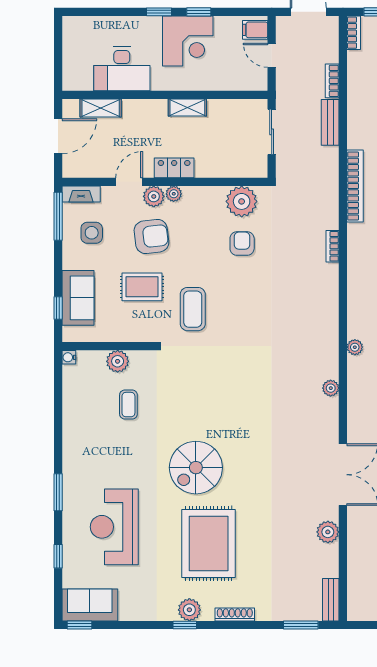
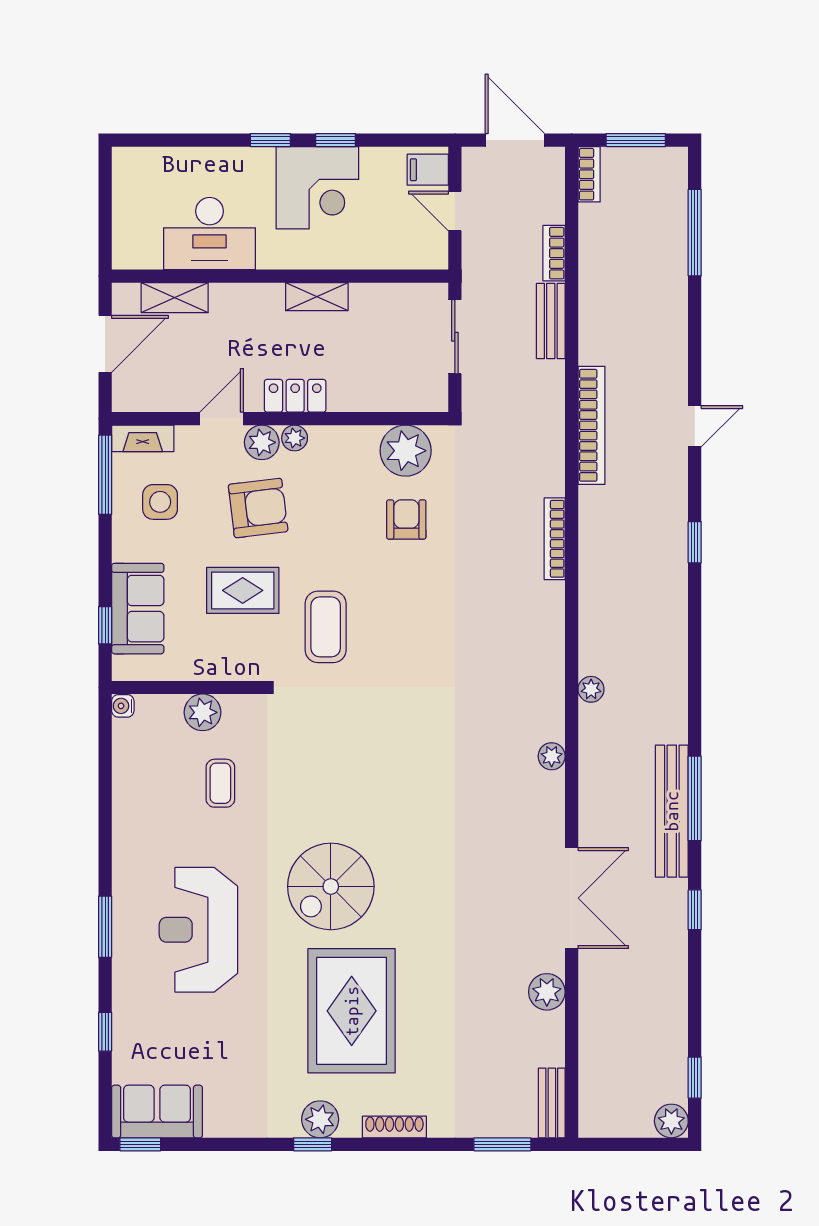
bookcase: (333, 246) -> (555, 539), width x1.56
reception desk: (114, 527) -> (198, 930), moved

